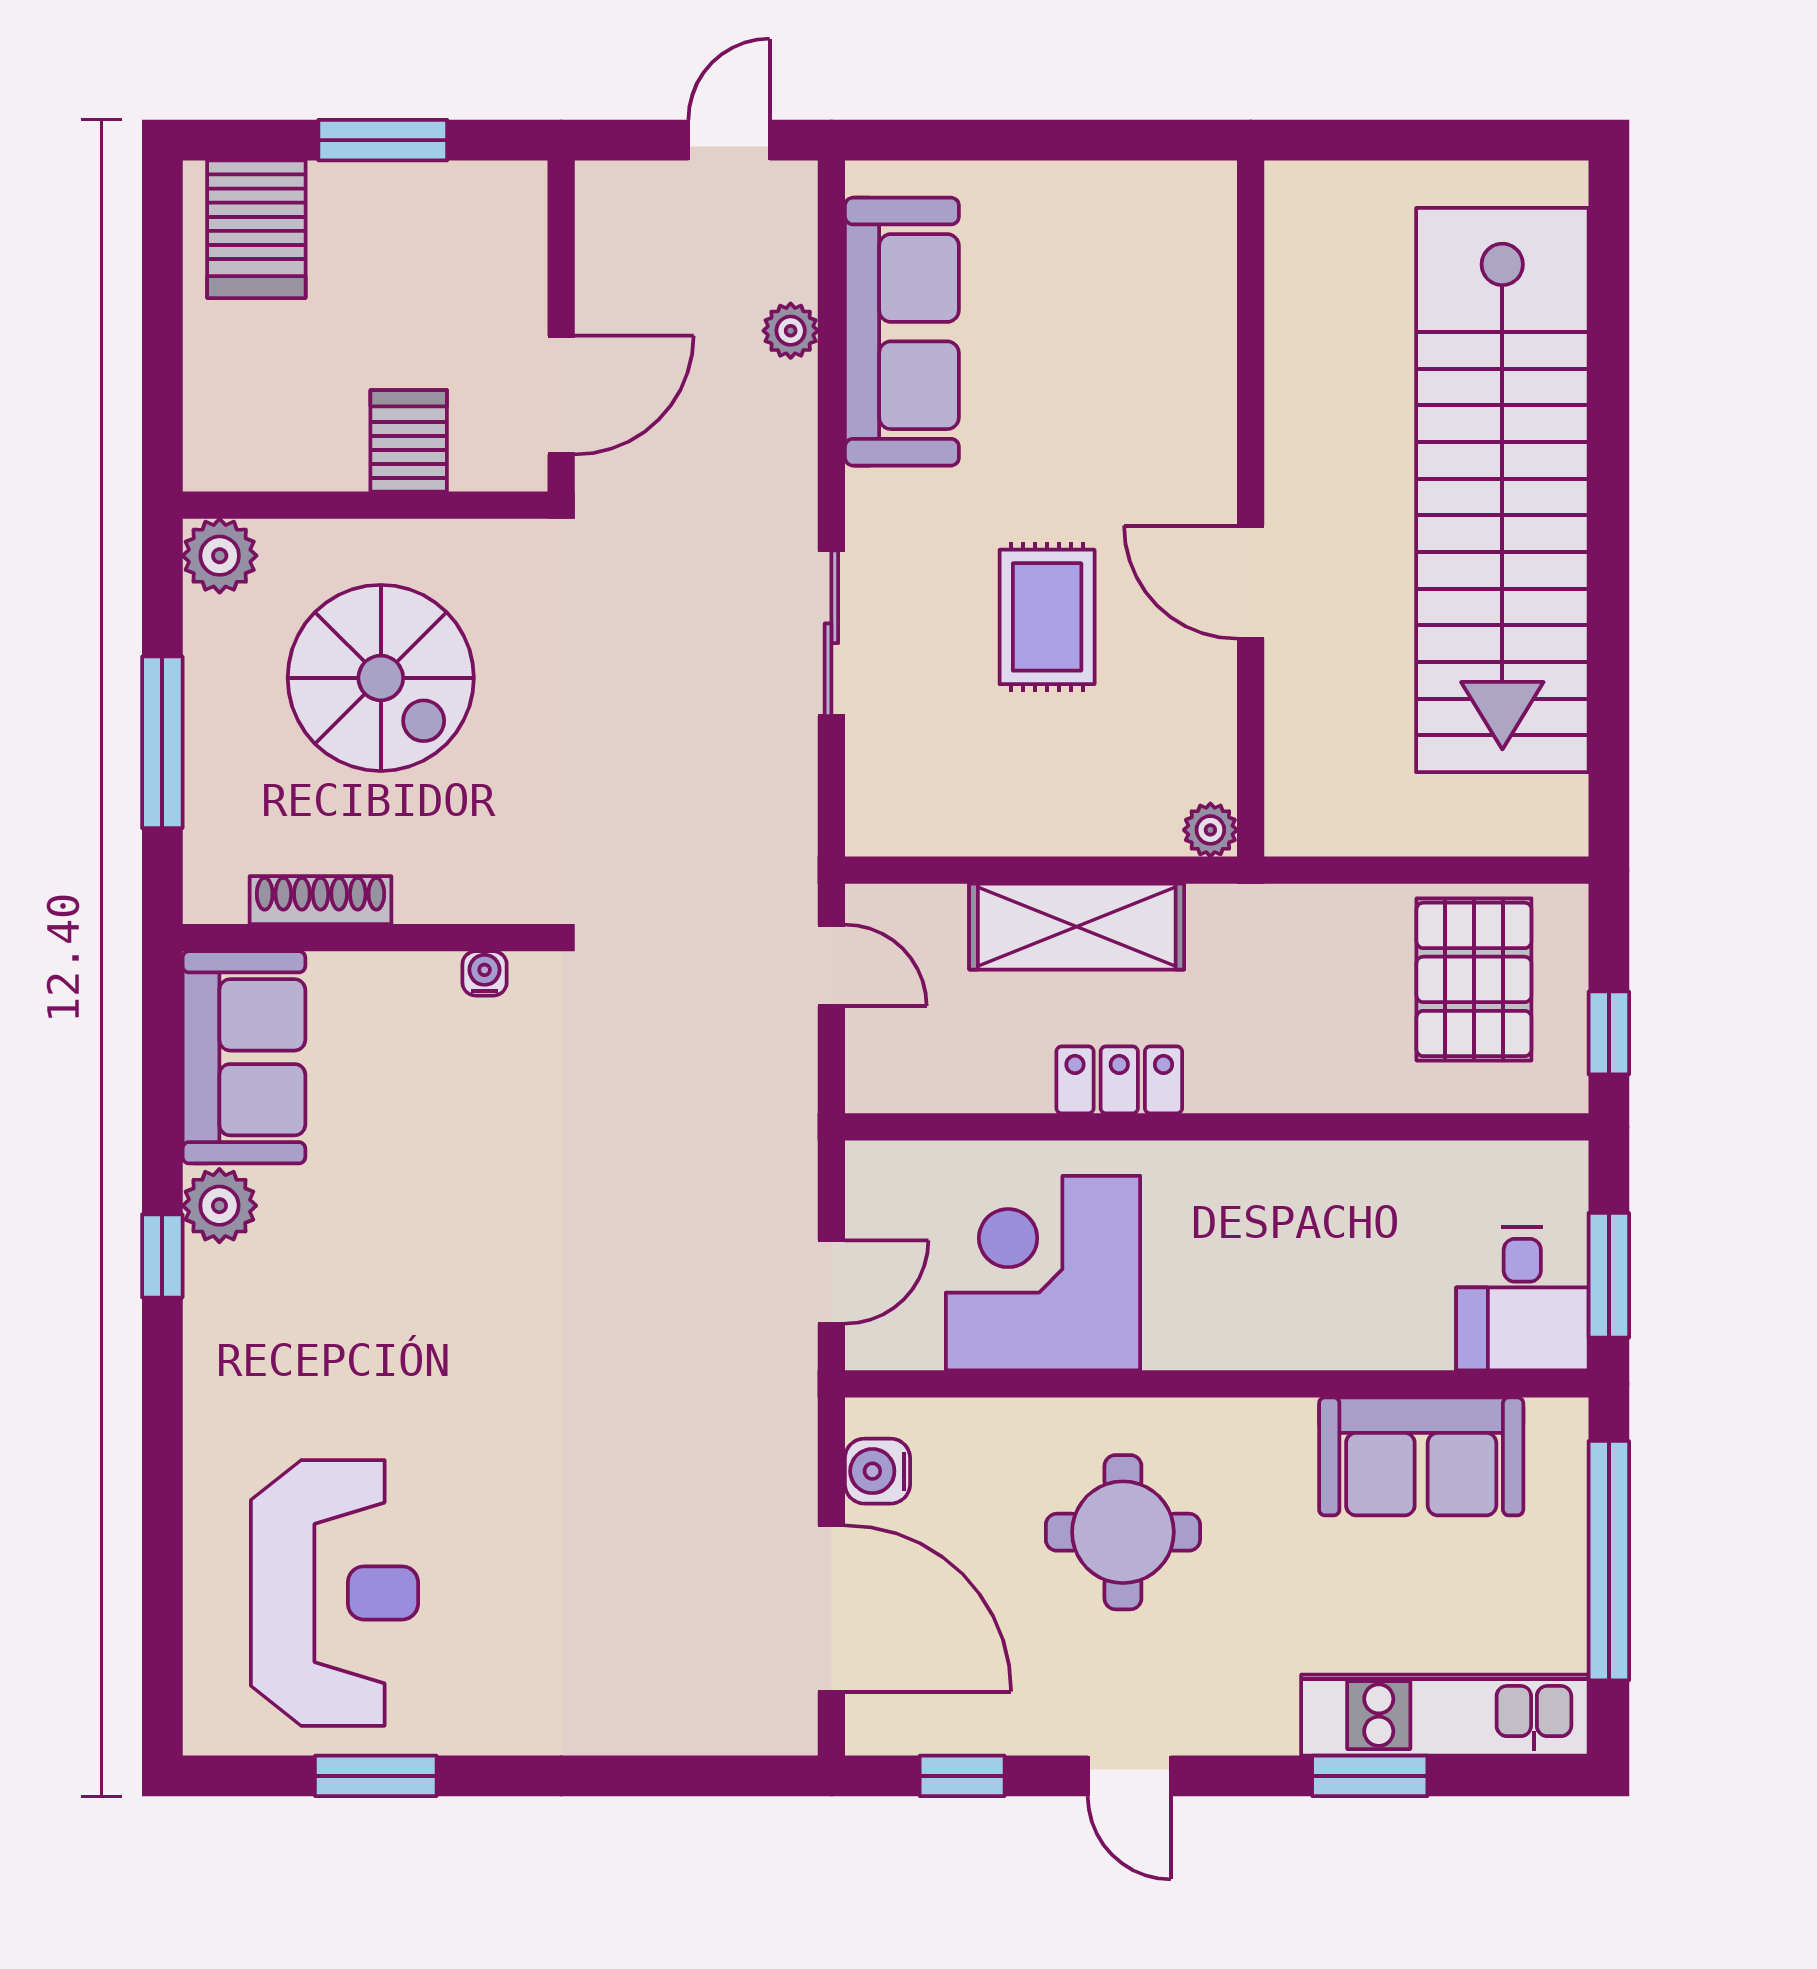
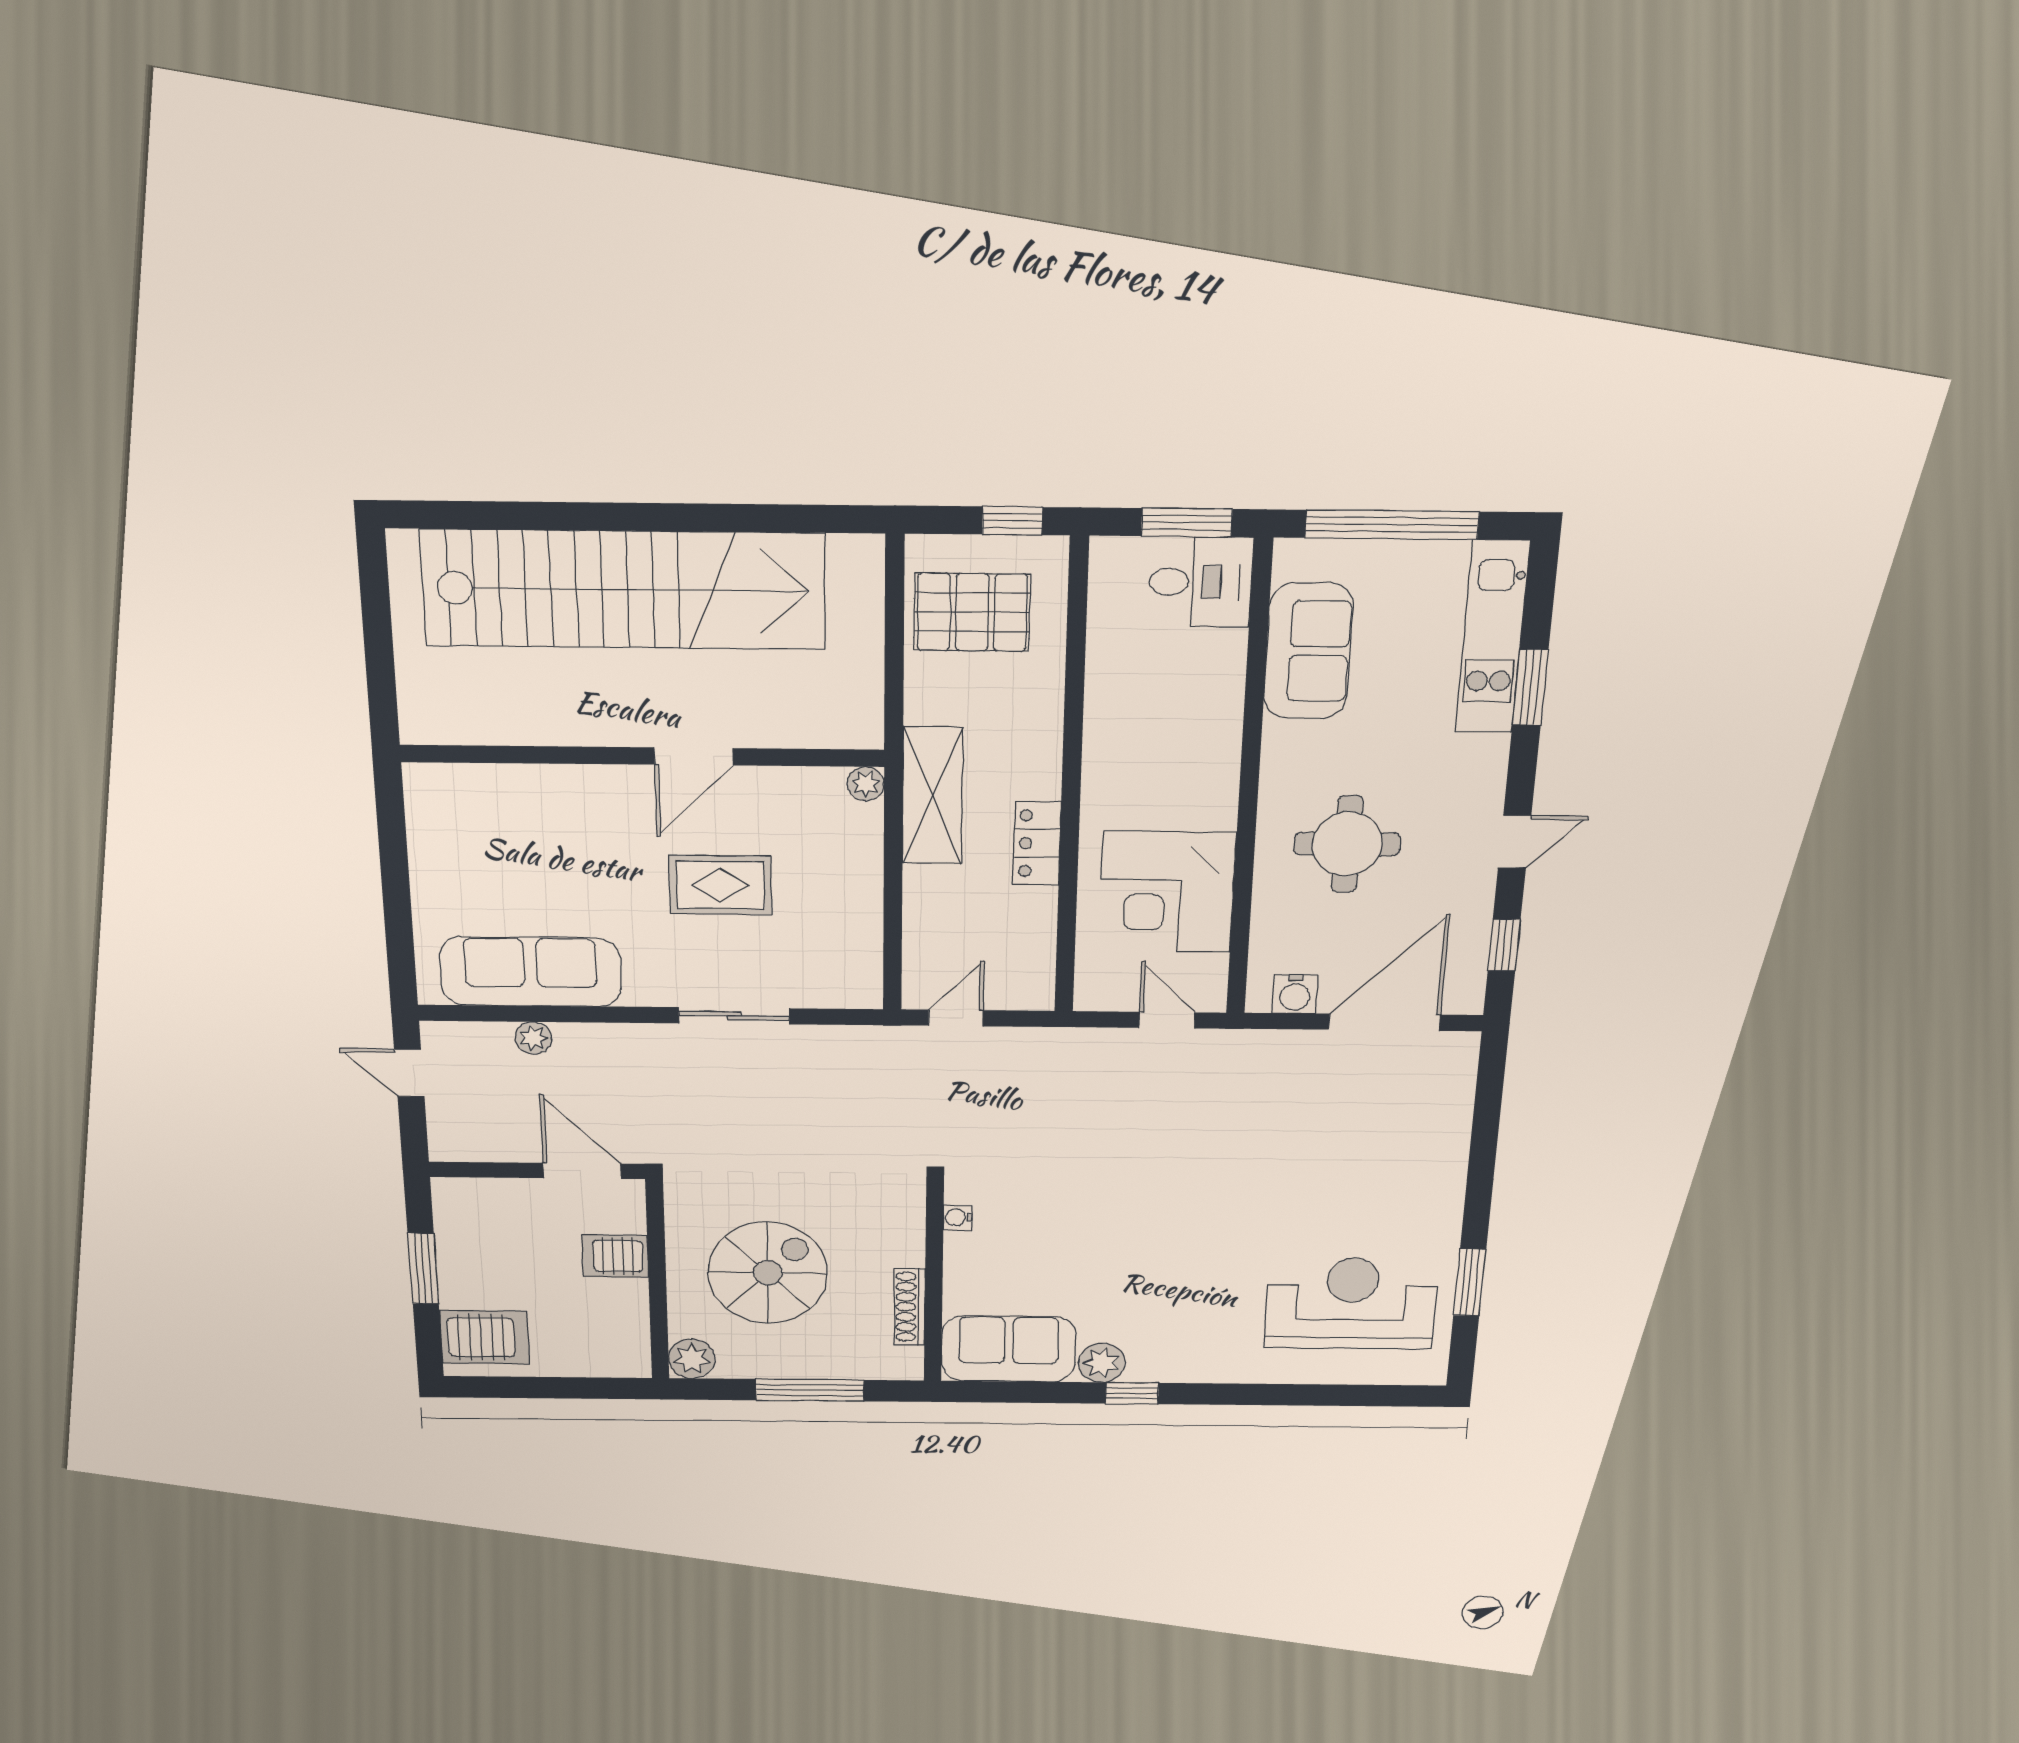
shelving: (1077, 927) -> (932, 796), moved

